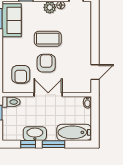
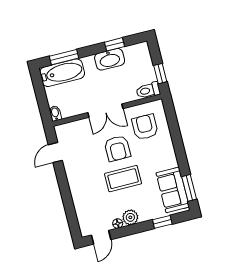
window: (54, 144) -> (64, 57), moved

